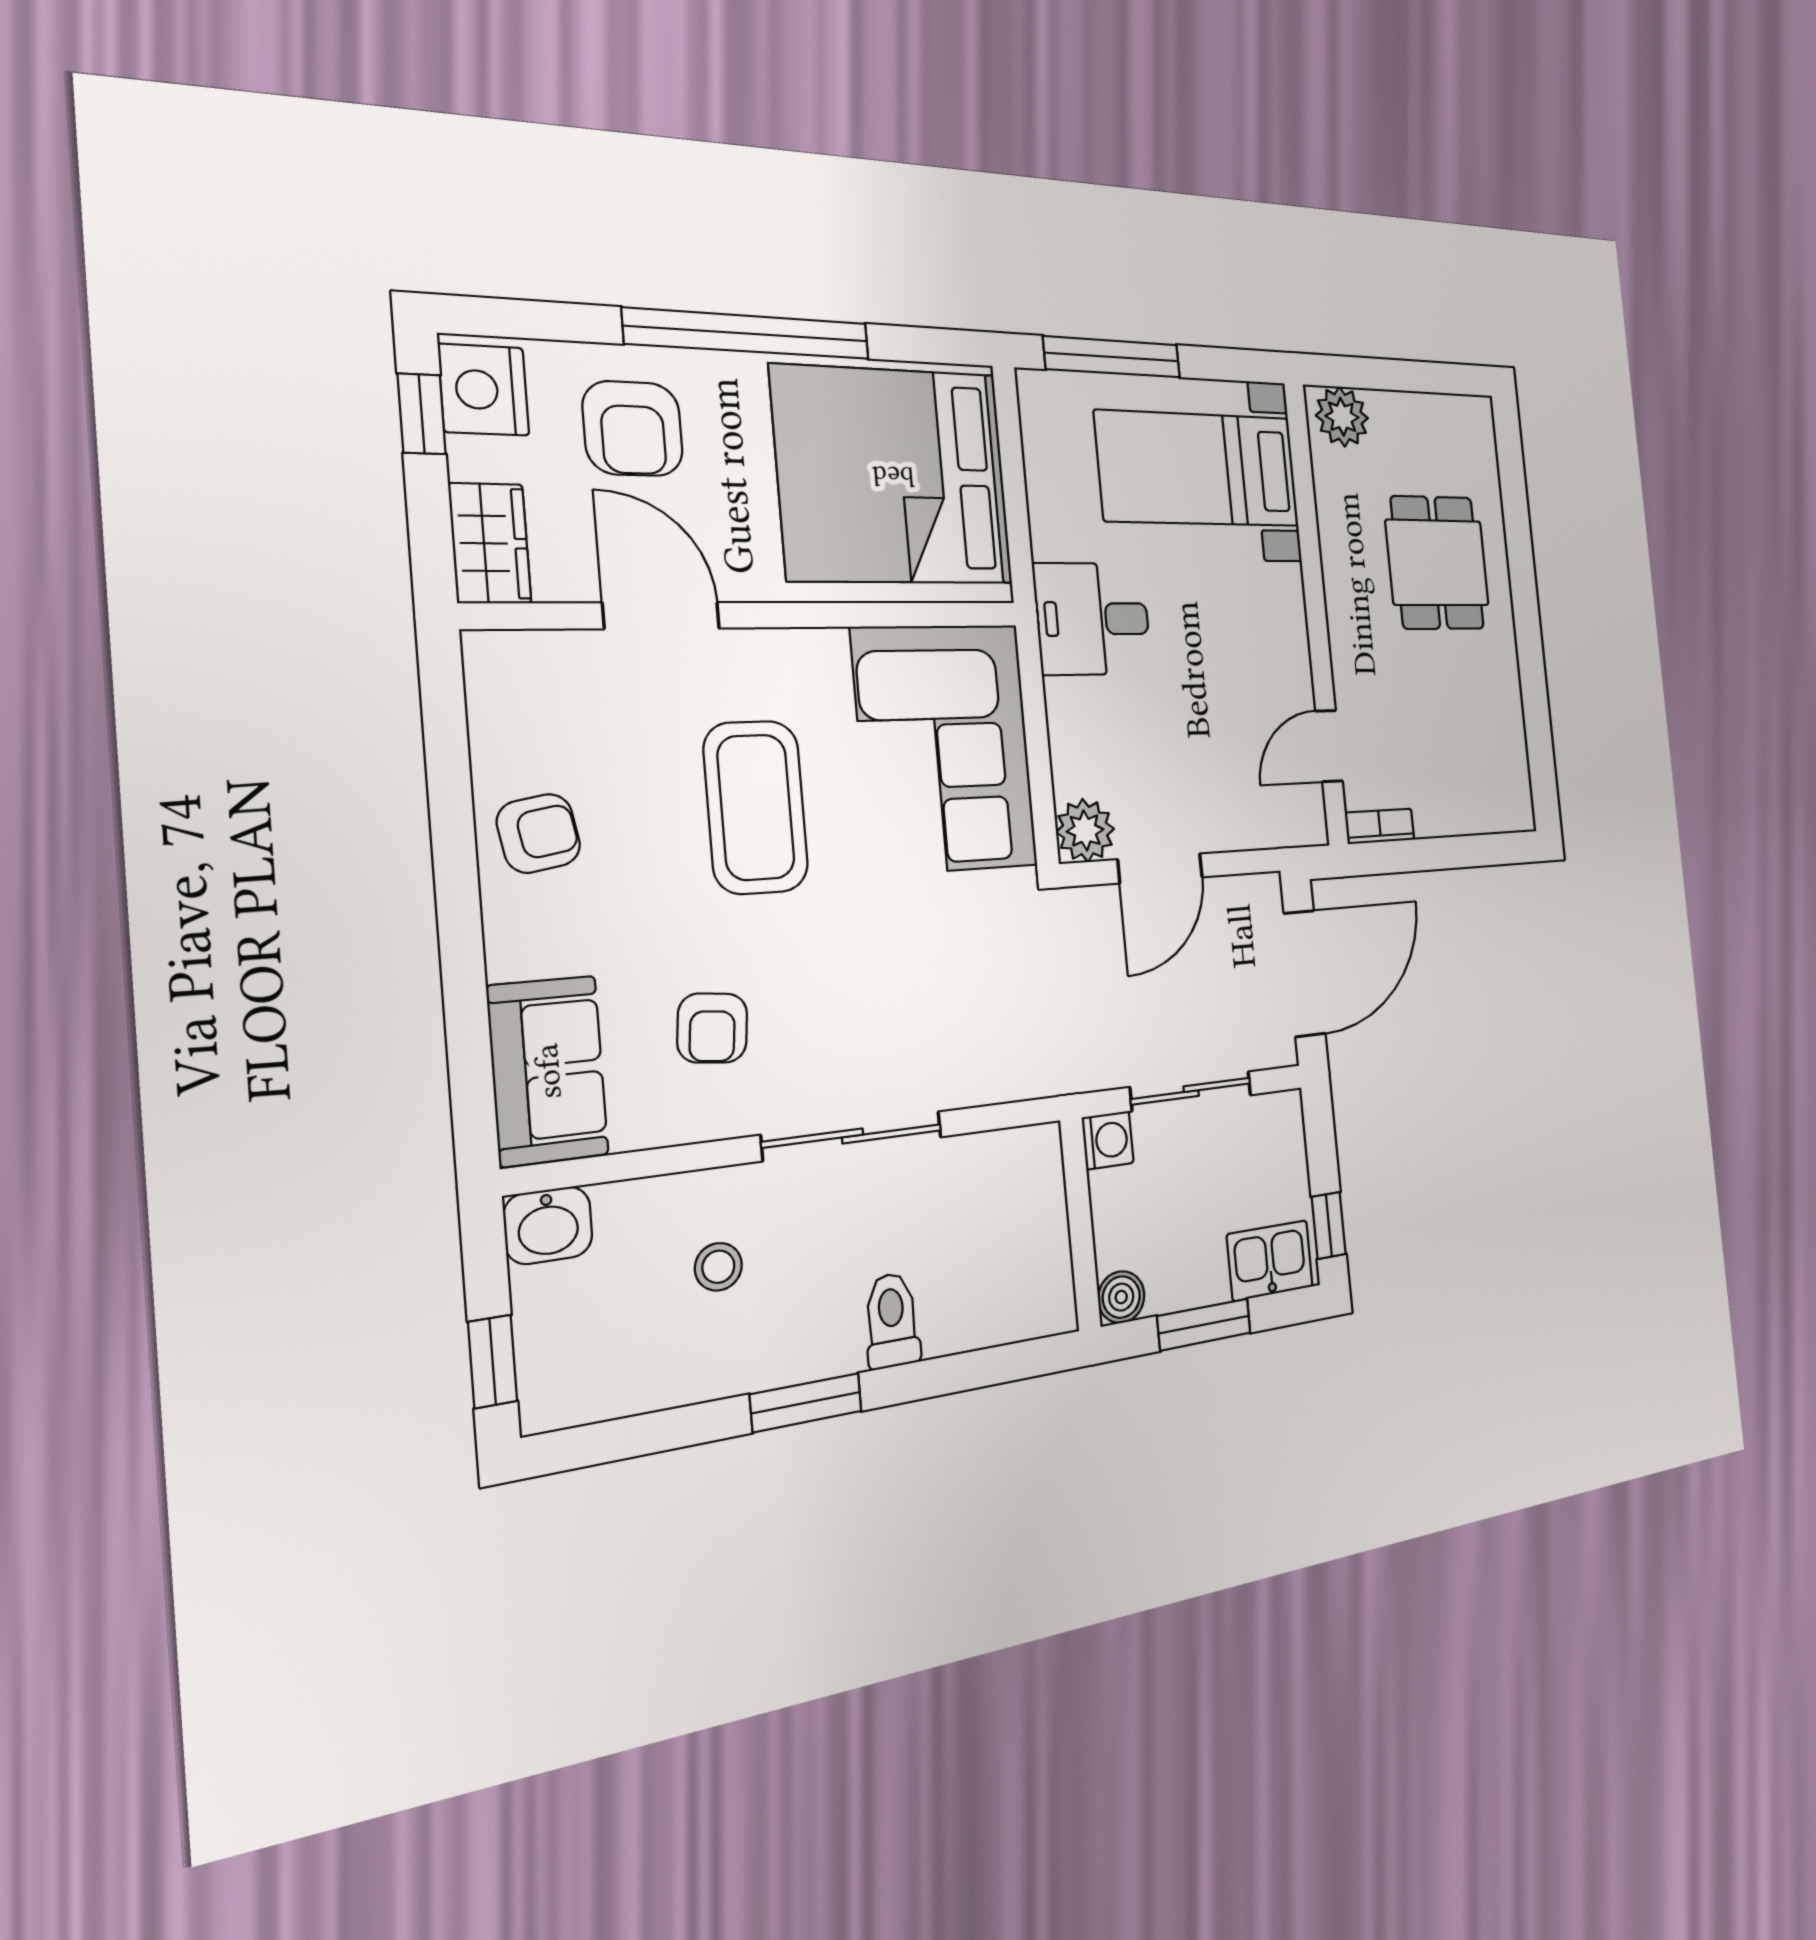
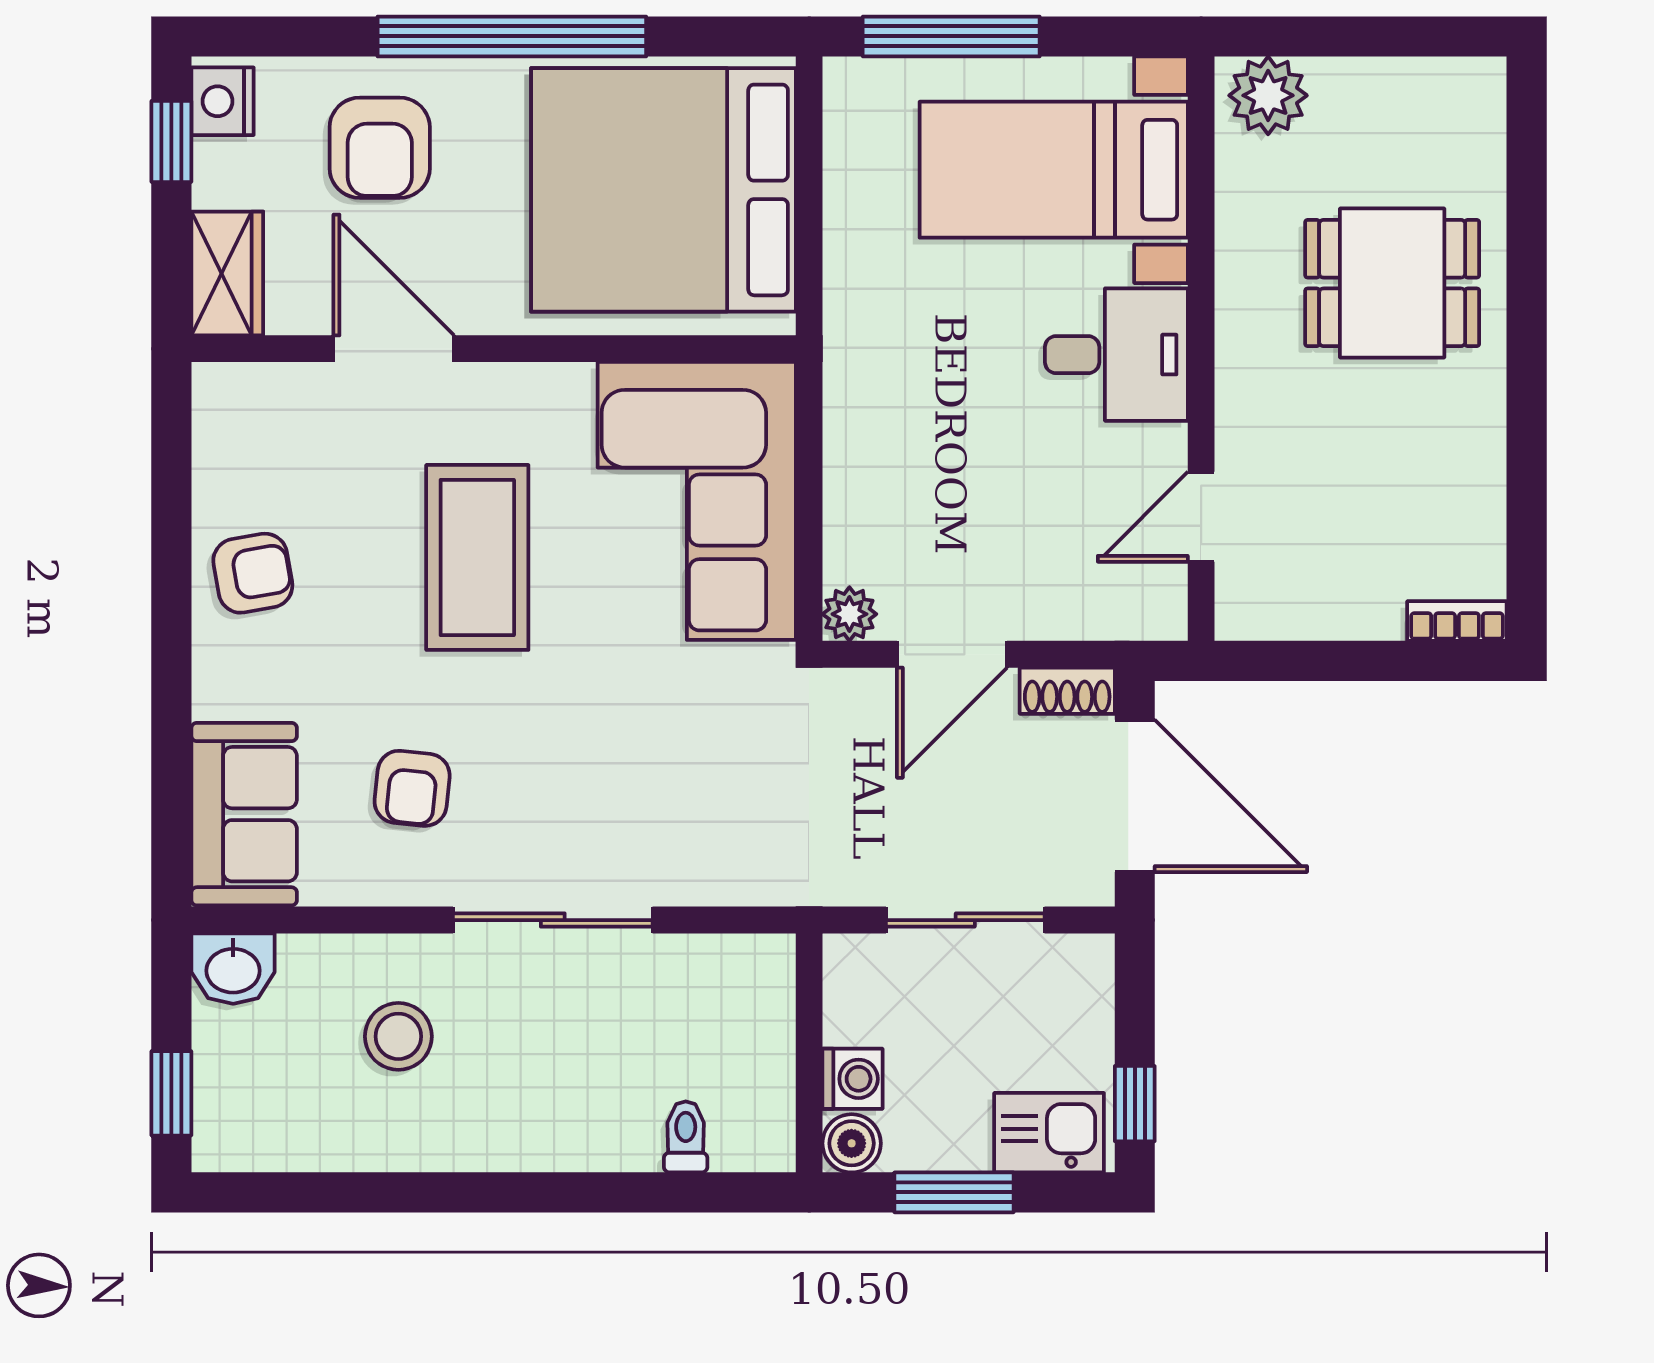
nightstand: (484, 390) -> (222, 101), width x0.74, depth x0.75
dining table: (1437, 563) -> (1392, 283), turned 90
desk: (1093, 619) -> (1116, 355), moved, turned 180
bookcase: (1380, 826) -> (1457, 621), moved
plant: (1085, 830) -> (849, 614), width x0.73, depth x0.73
shoe rack: (1248, 892) -> (1067, 691), added
door: (1305, 974) -> (1135, 796), hinge flipped
washing machine: (1108, 1140) -> (853, 1079), moved
stool: (718, 1267) -> (398, 1036), width x1.37, depth x1.37
toilet: (892, 1320) -> (686, 1137), moved, width x0.73, depth x0.72
window: (806, 1403) -> (478, 1192), removed

